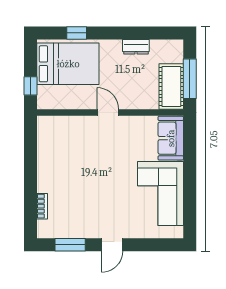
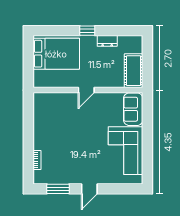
window: (77, 33) -> (87, 31), moved
window: (190, 79) -> (147, 65), removed
window: (31, 86) -> (28, 70), removed
door: (108, 113) -> (86, 90), swing flipped

